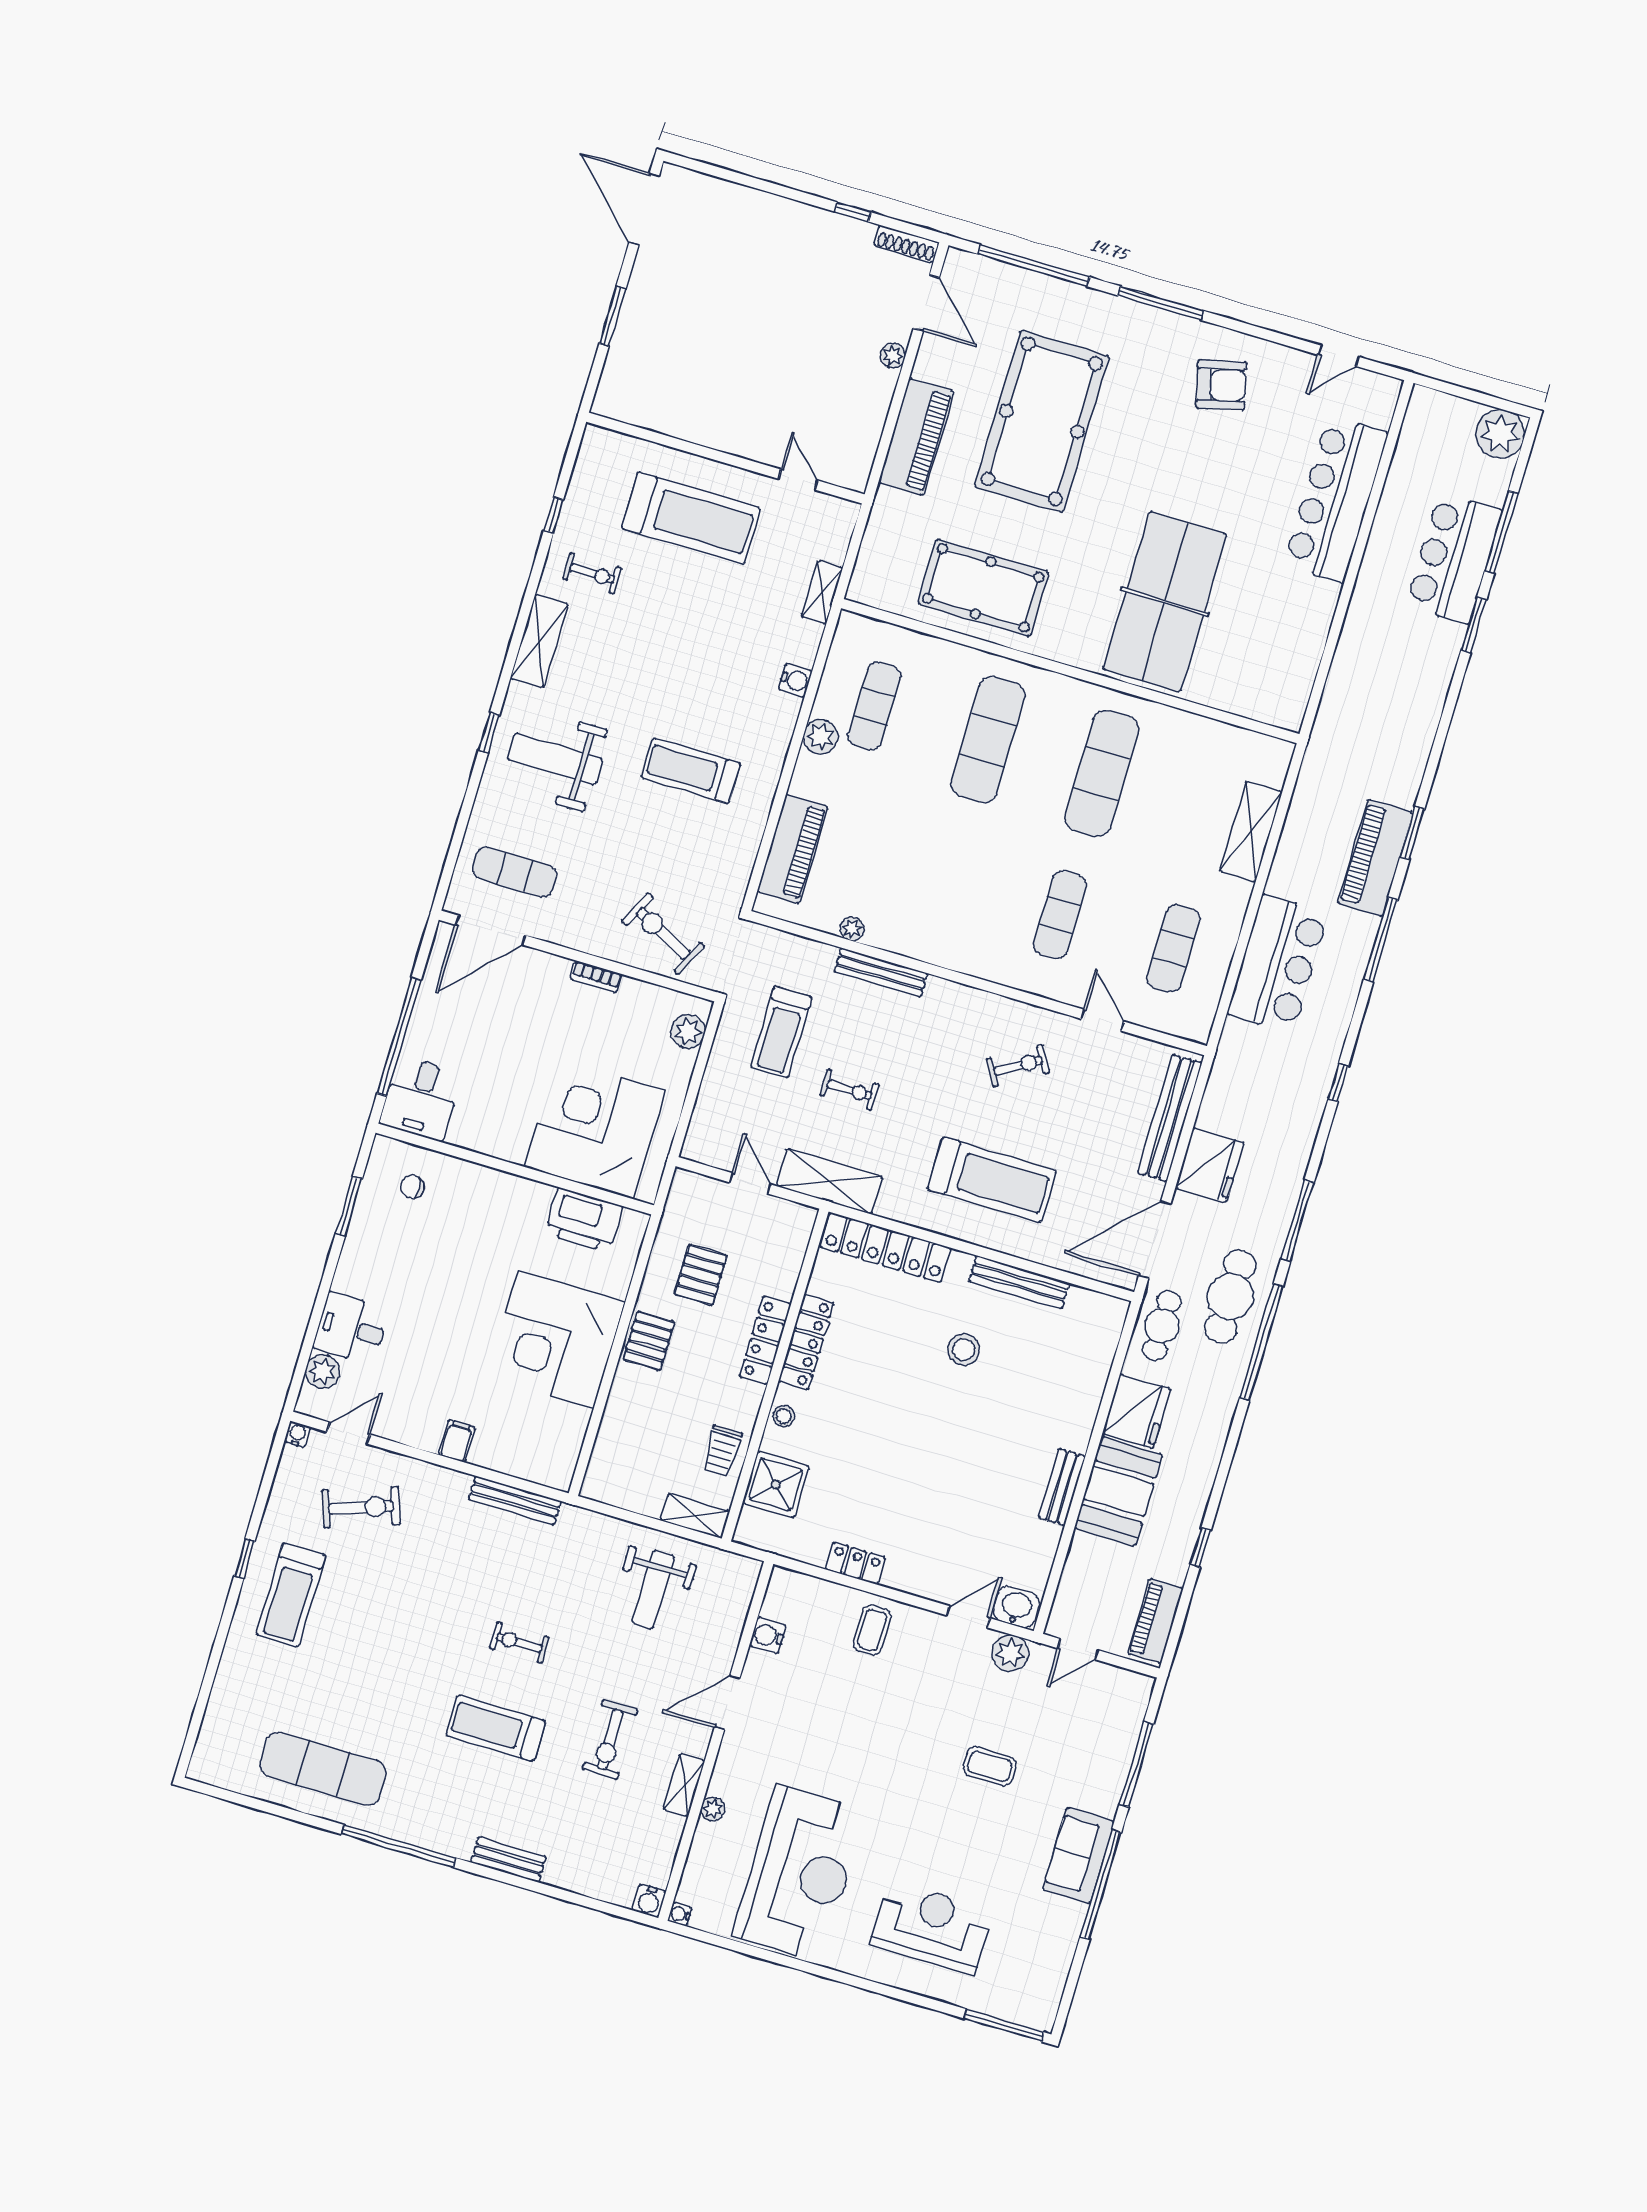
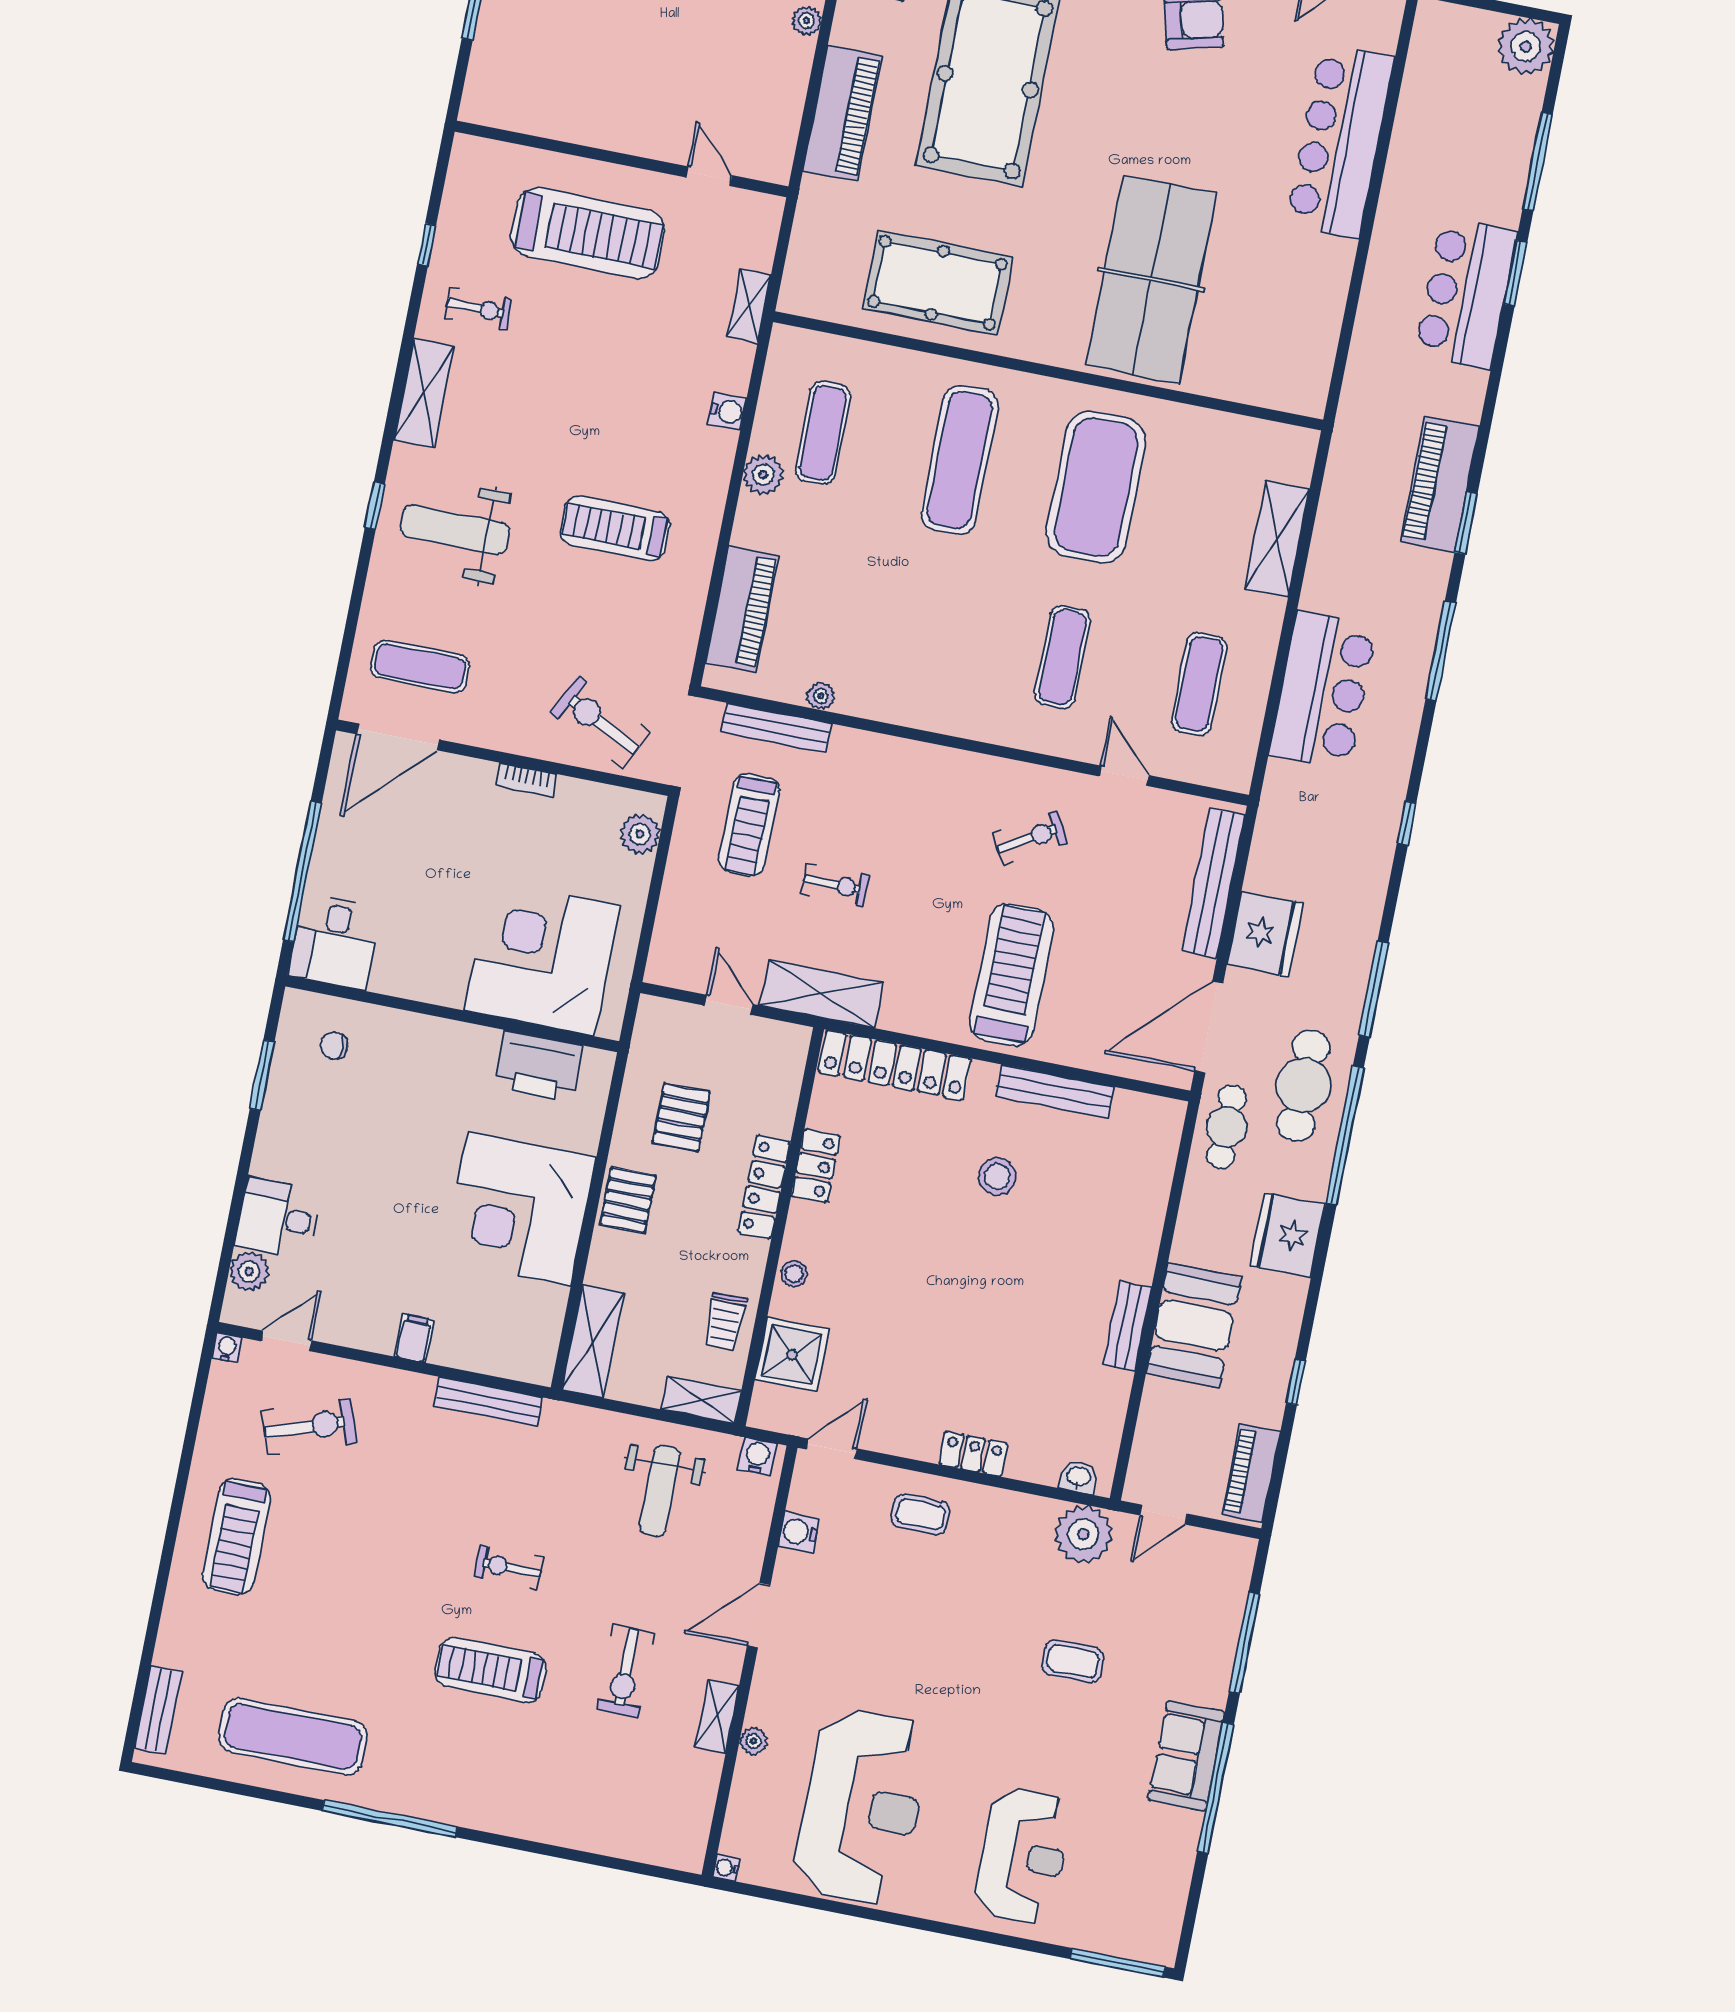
bar counter: (1454, 558) -> (1466, 293), moved
exercise mat: (1102, 773) -> (1096, 487), width x1.47
piano: (1375, 858) -> (1440, 484), moved
bench: (881, 973) -> (776, 728), moved
treadmill: (992, 1180) -> (1012, 975), turned -90
locker: (806, 1342) -> (816, 1166), width x0.66
fridge: (1137, 1411) -> (1287, 1235), moved, turned 180
shelving: (608, 1458) -> (593, 1341), added
window: (244, 1559) -> (178, 1499), removed
locker: (855, 1563) -> (973, 1454), moved
washbasin: (1016, 1607) -> (1079, 1477), width x0.72, depth x0.69
door: (968, 1617) -> (832, 1449), moved
coffee table: (872, 1630) -> (920, 1514), turned 90
plant: (1010, 1653) -> (1083, 1534), width x1.36, depth x1.36
bench: (508, 1860) -> (158, 1710), moved, turned 90
water cooler: (649, 1901) -> (757, 1456), moved, turned 180
reception desk: (932, 1927) -> (1023, 1856), turned 90

